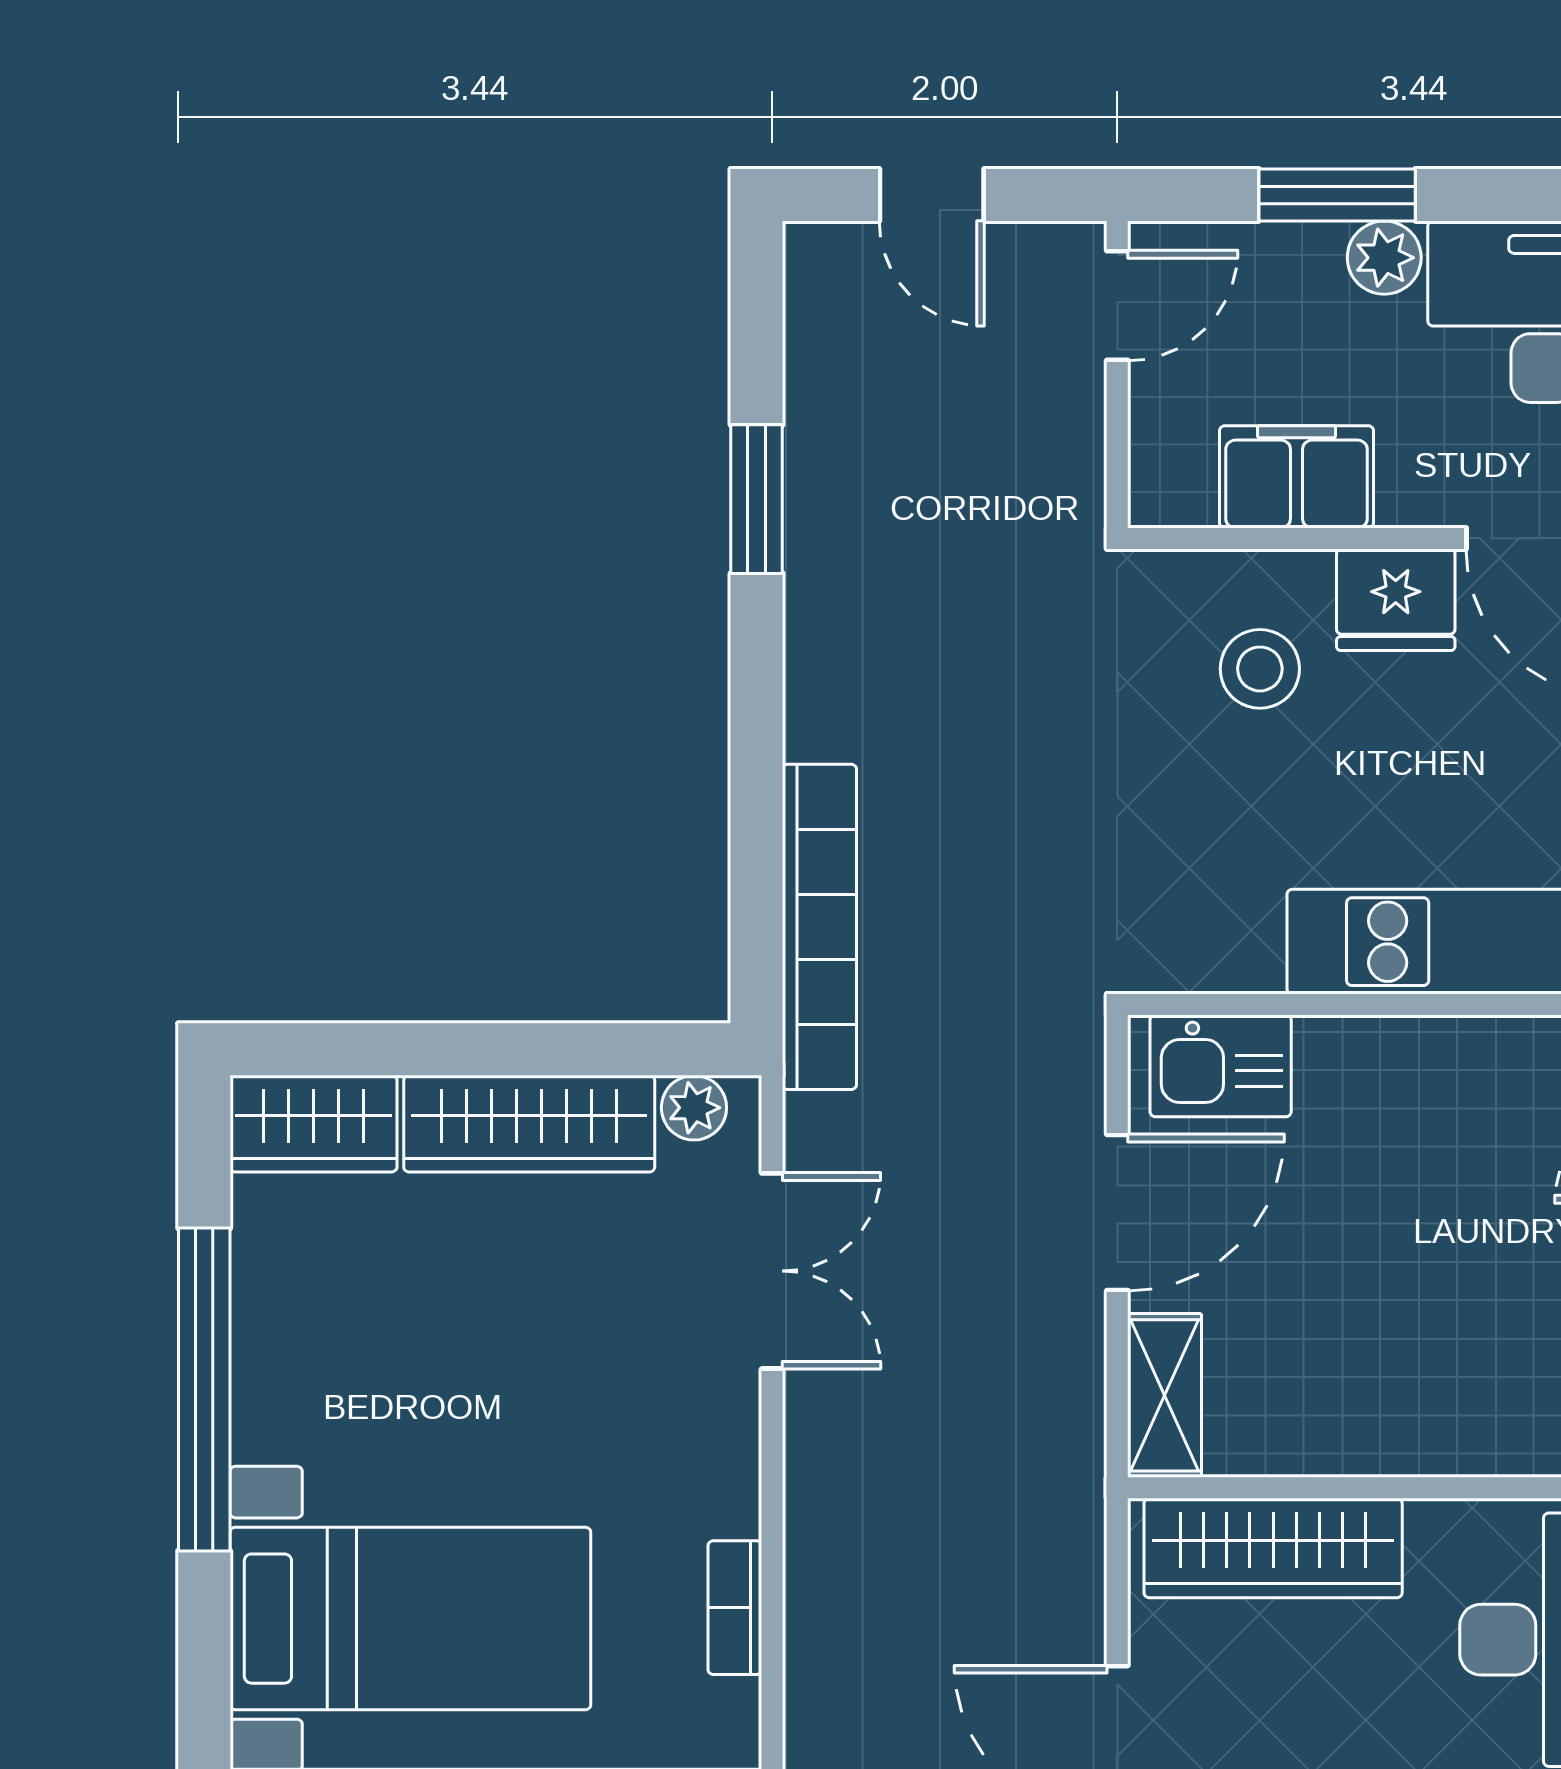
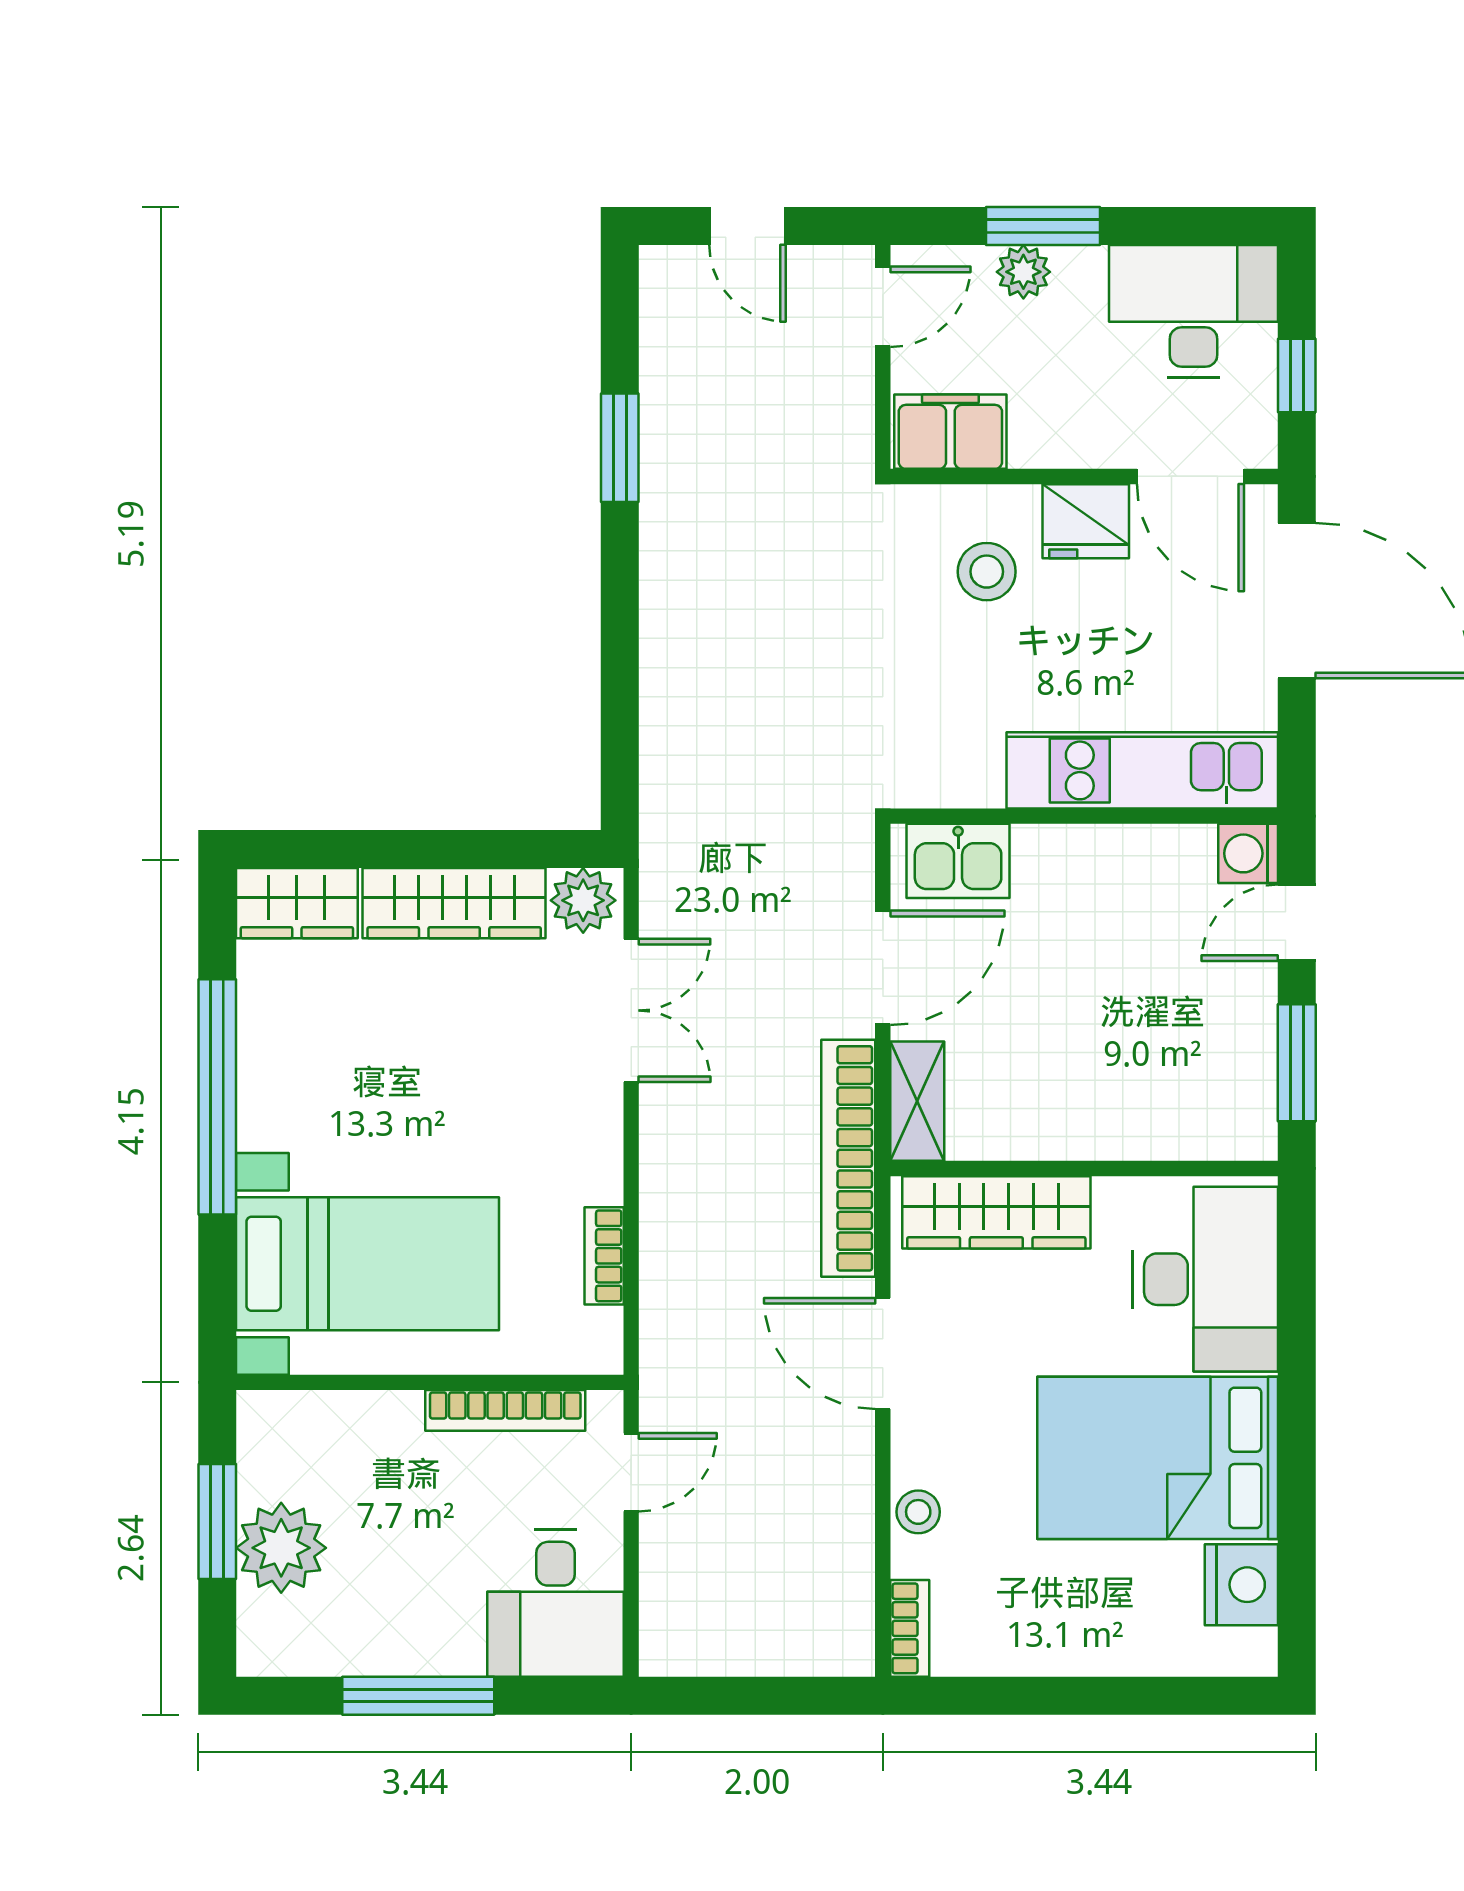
plant: (1384, 258) -> (1023, 272), moved
filing cabinet: (1297, 477) -> (950, 432), moved
bookcase: (819, 927) -> (848, 1158), moved, turned 180
plant: (694, 1108) -> (583, 900), width x1.38, depth x1.38

